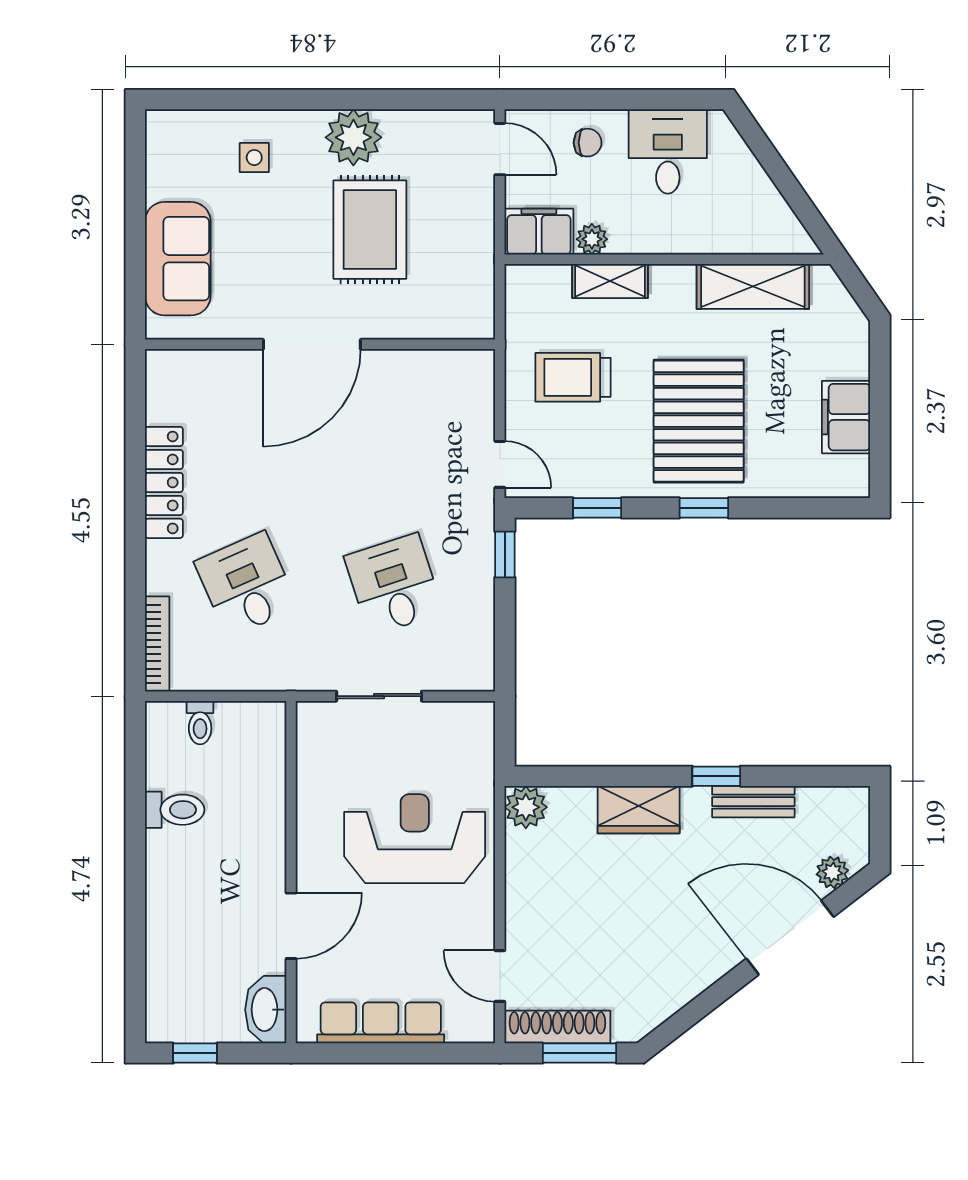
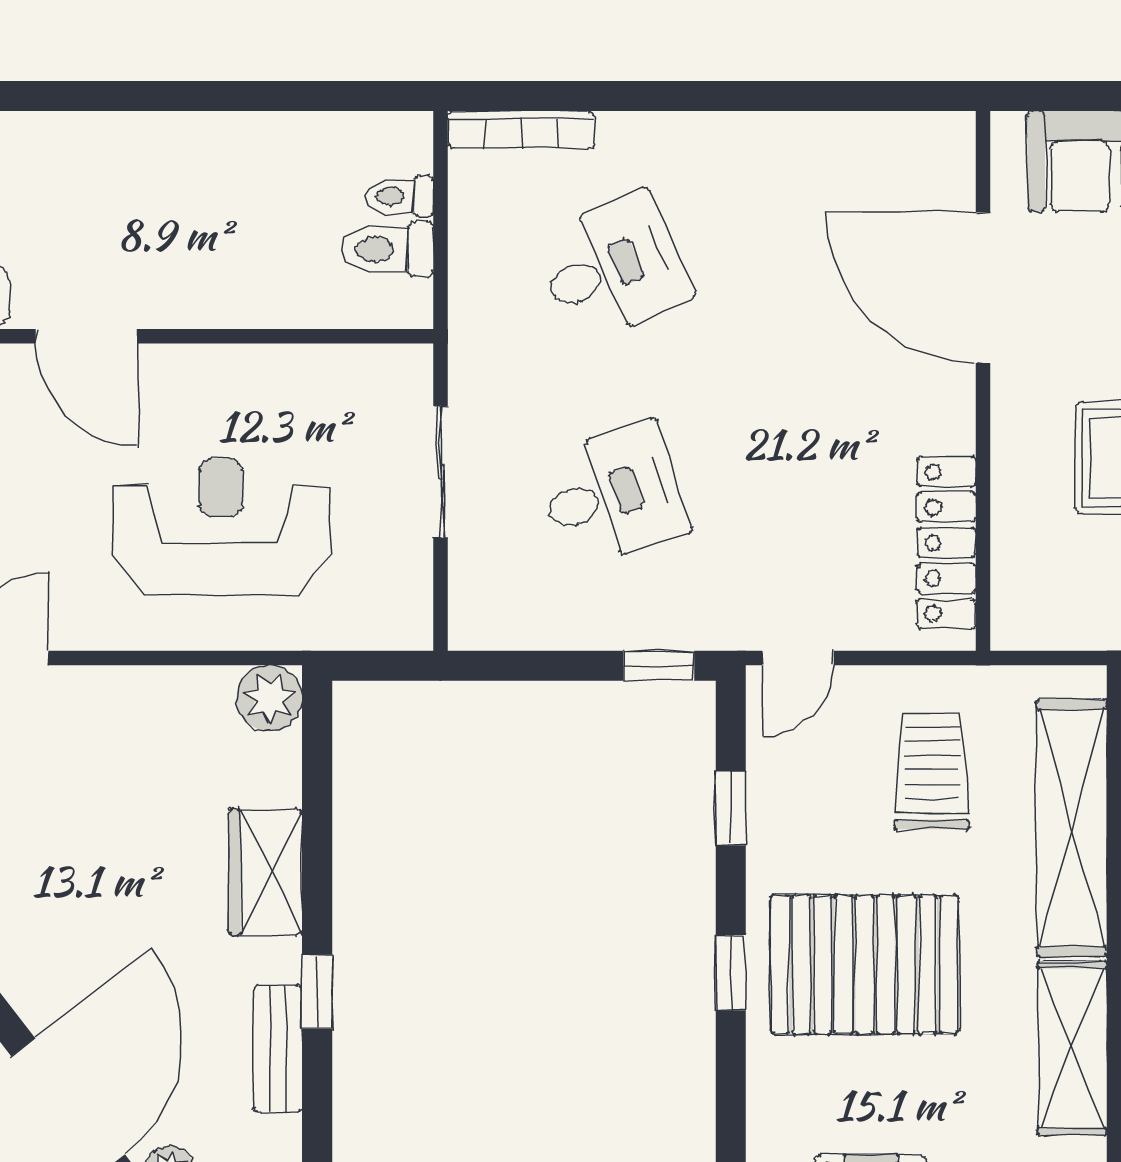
shelving: (610, 281) -> (1072, 828), width x2.20, depth x1.33
door: (312, 344) -> (983, 288), moved
locker: (164, 482) -> (946, 543), moved, turned 90
toilet: (175, 810) -> (388, 249), moved, turned 90
reception desk: (415, 839) -> (221, 527), turned -90

